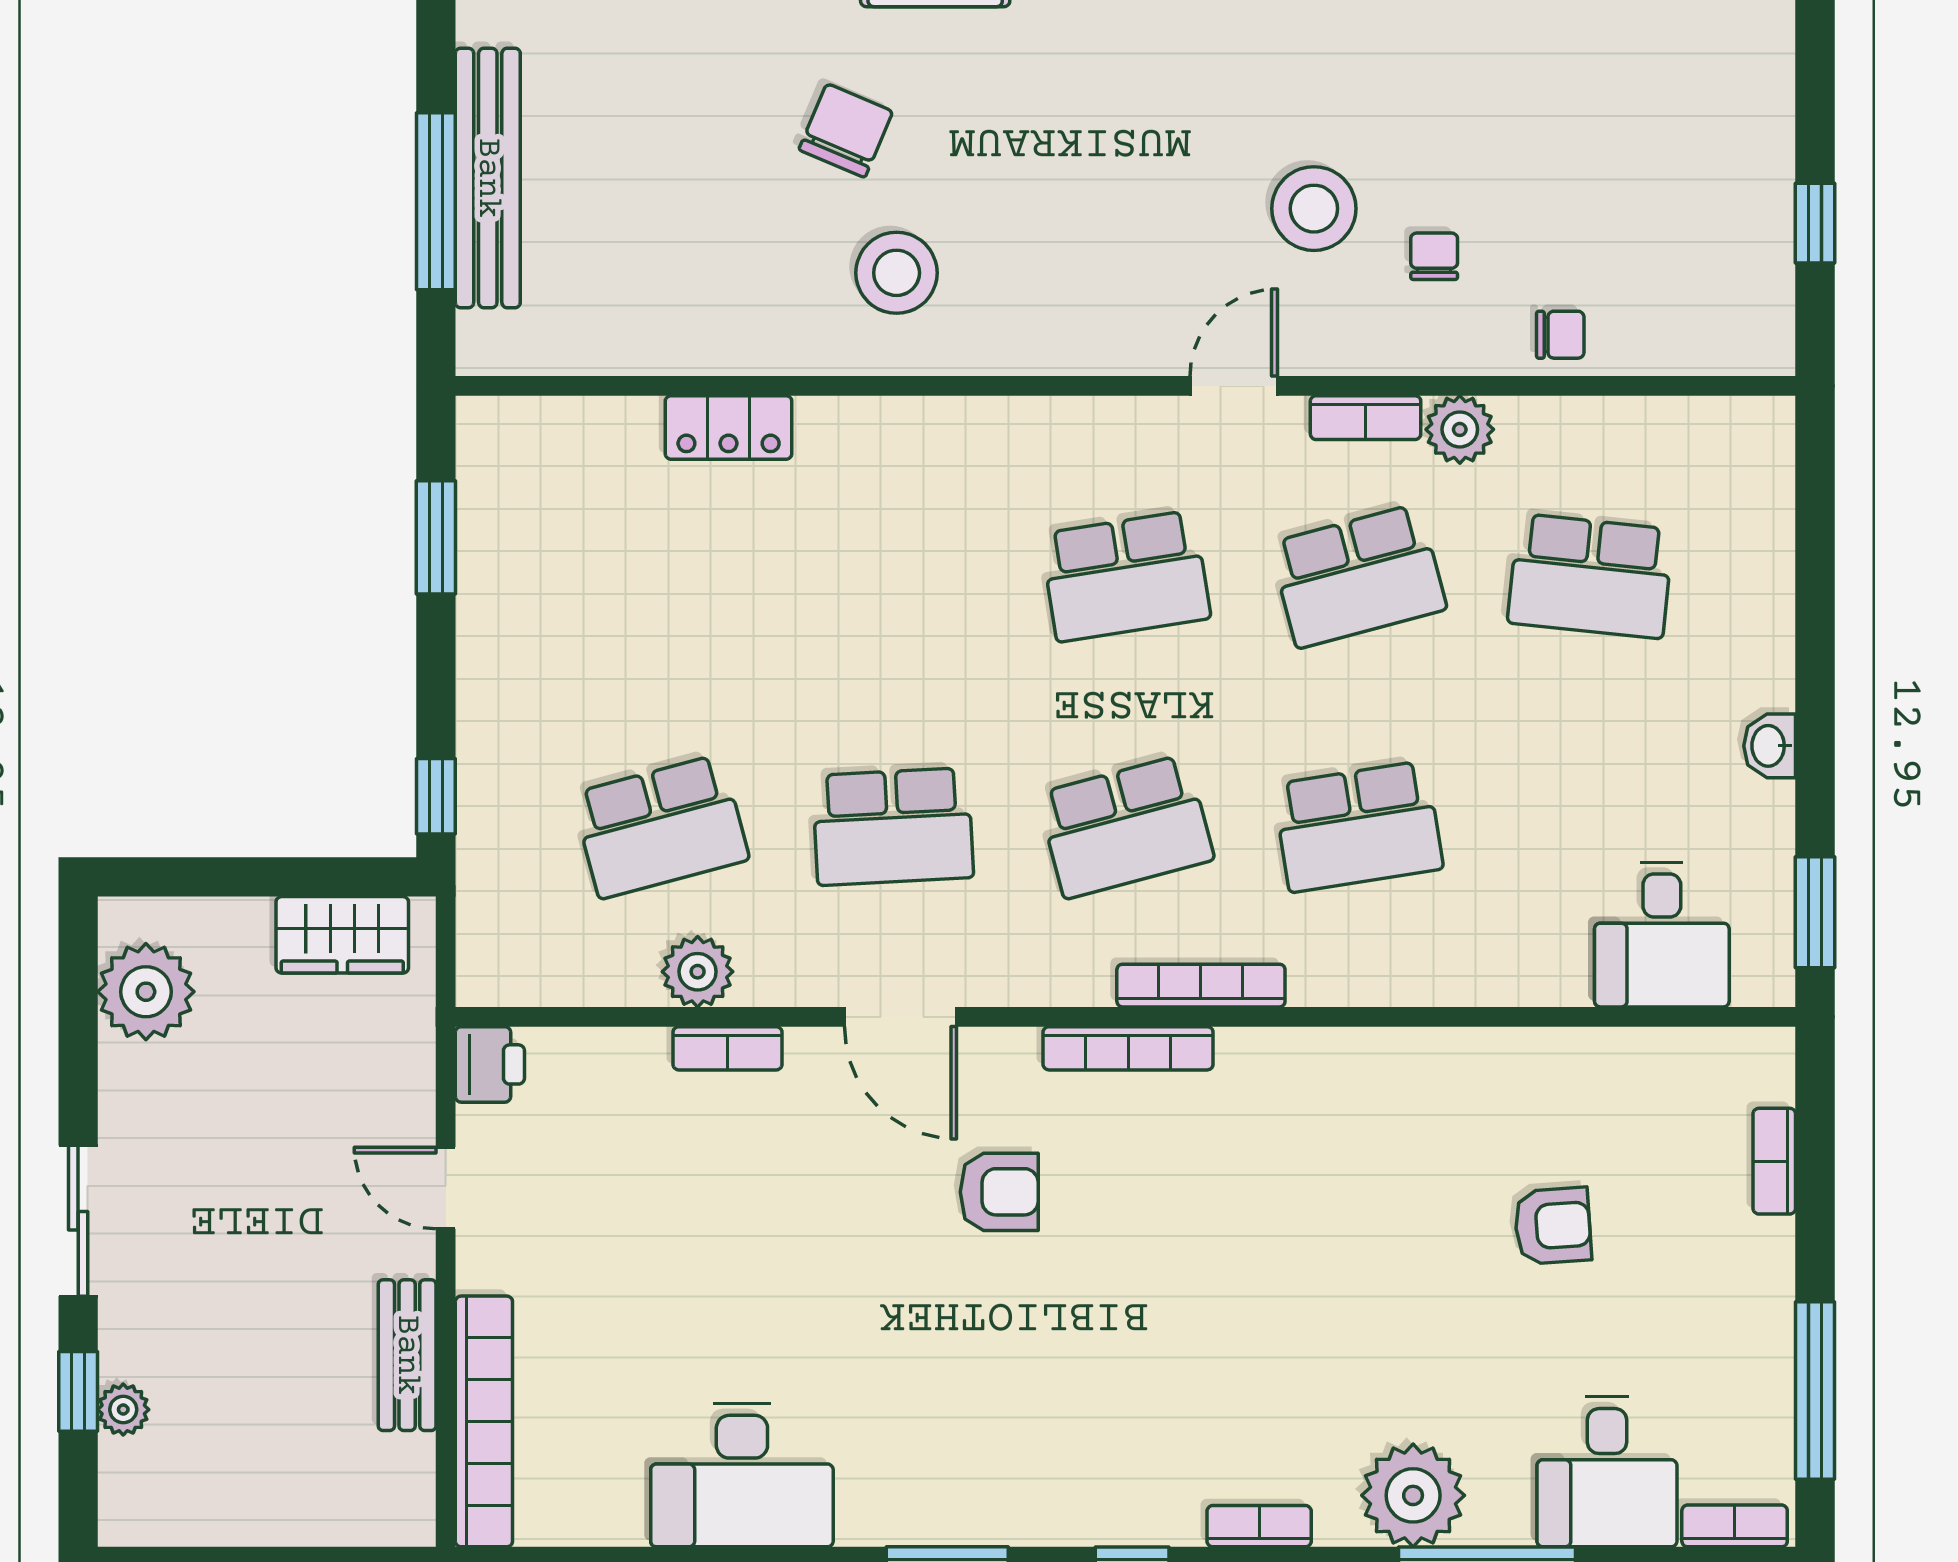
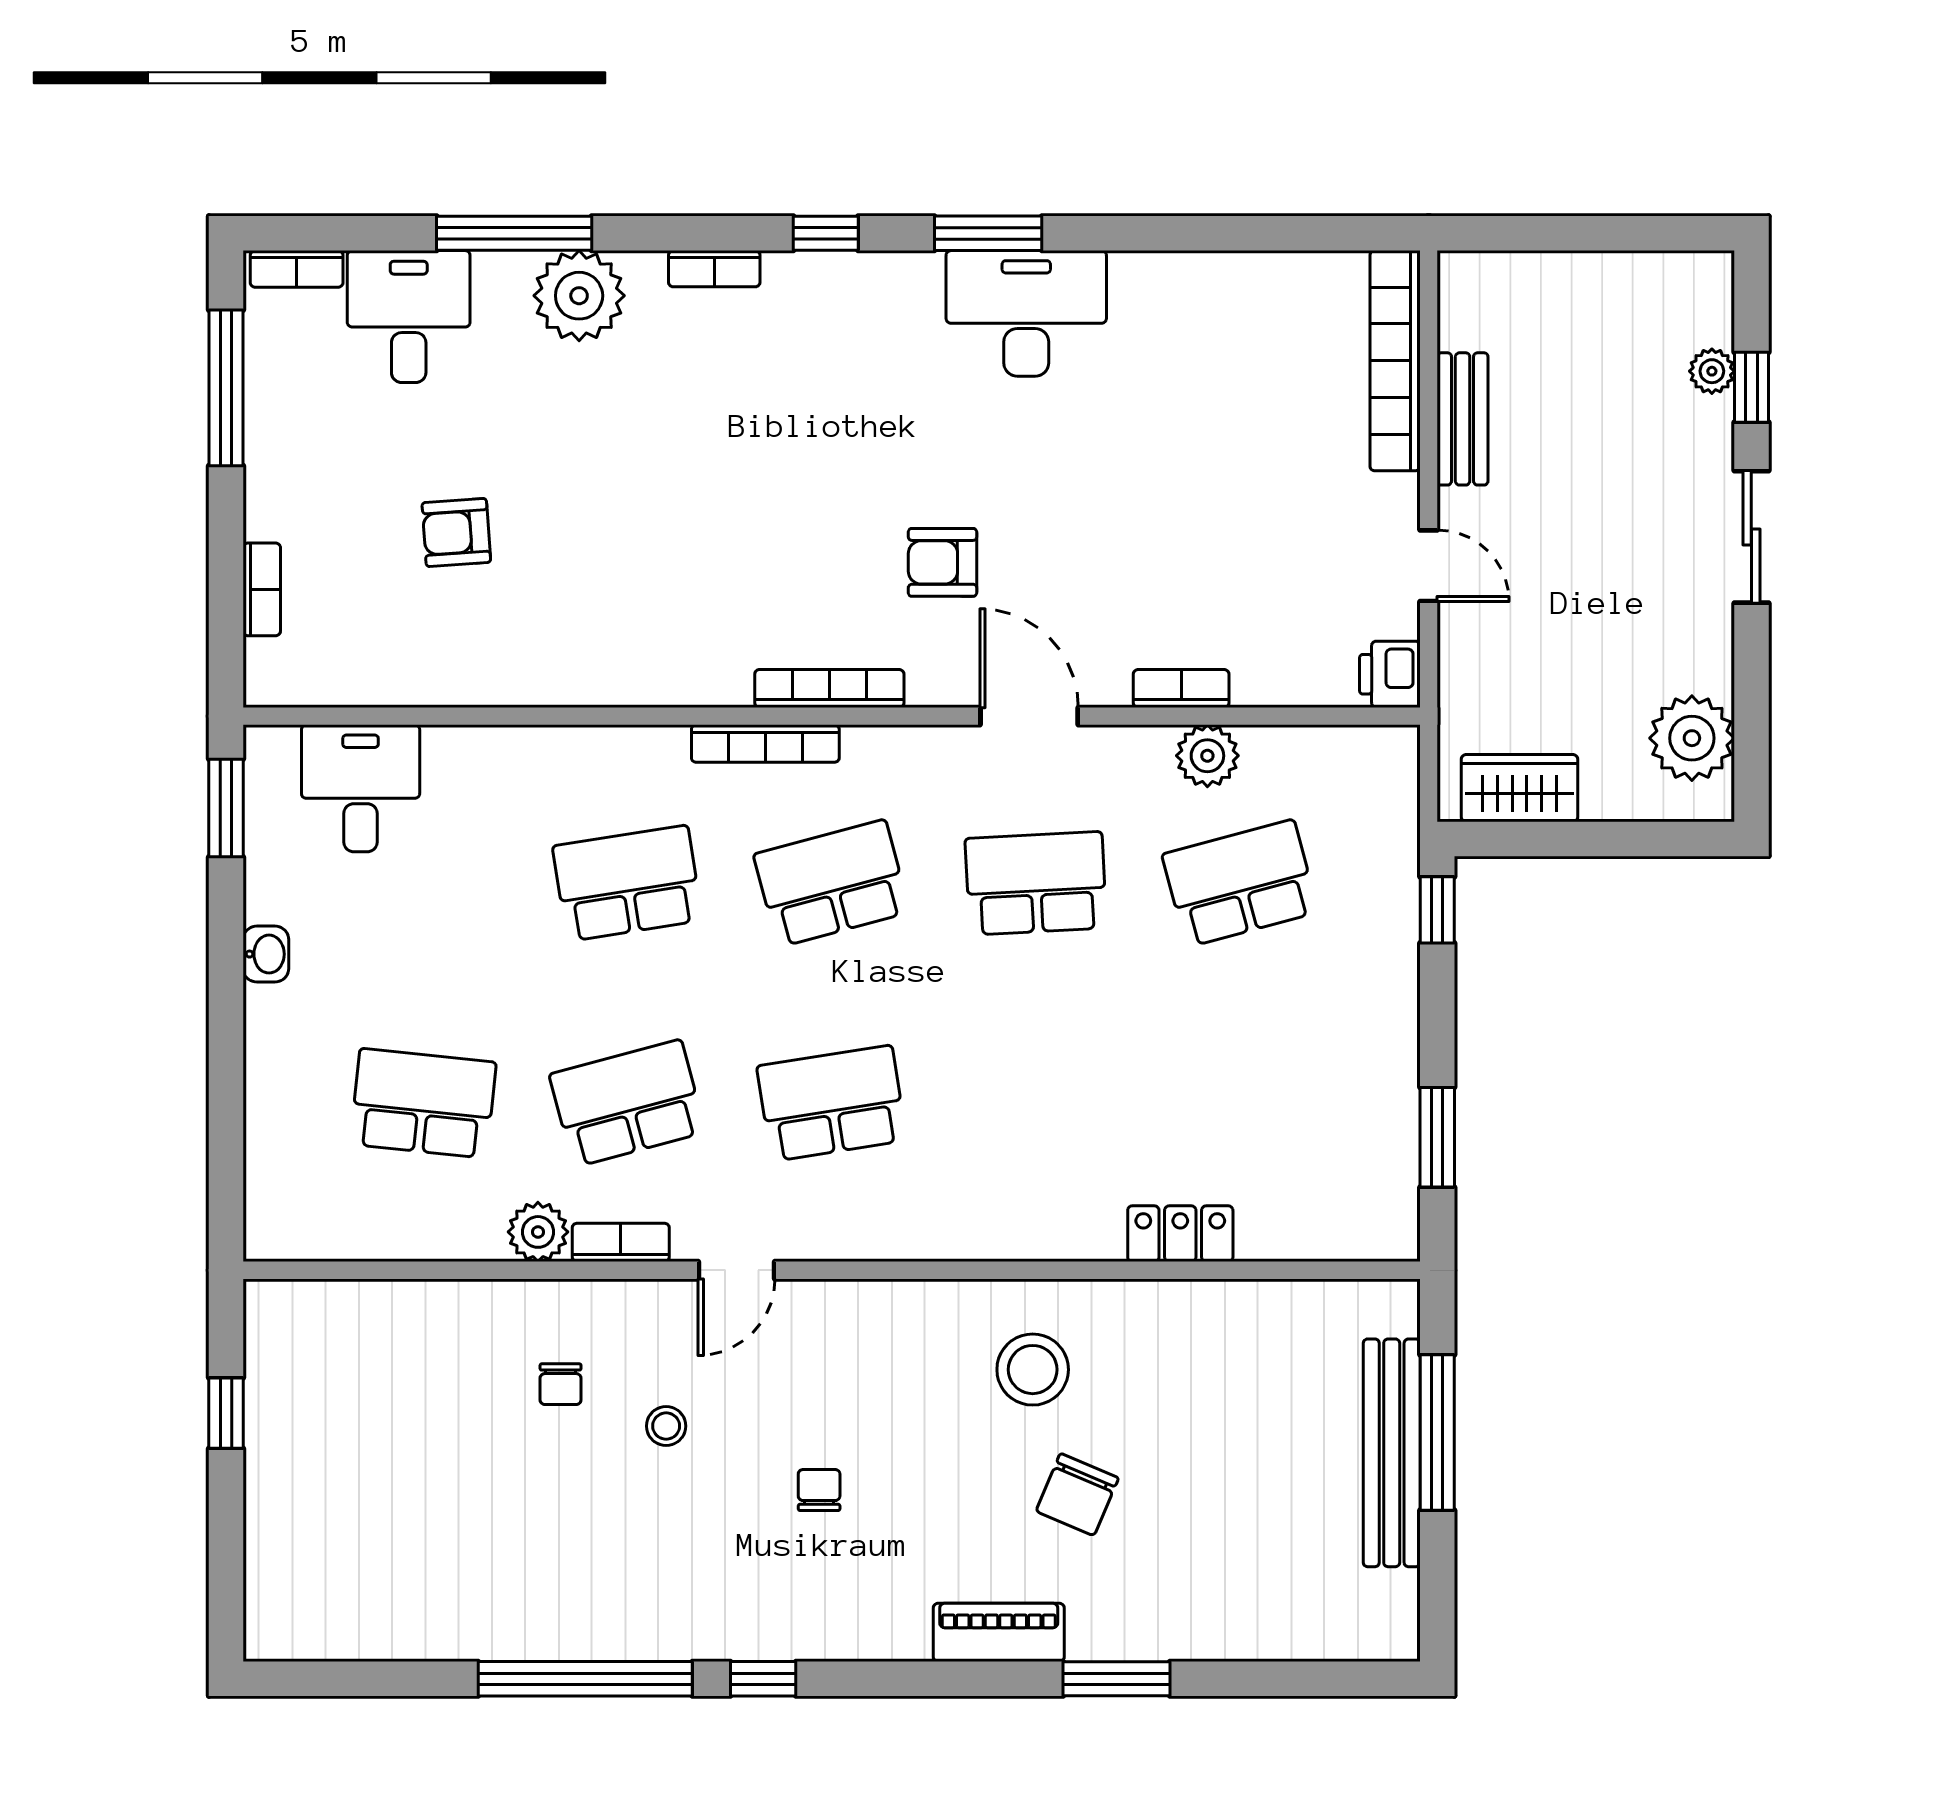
stool: (1314, 209) -> (666, 1426), width x0.53, depth x0.53
chair: (1560, 335) -> (819, 1490), moved, turned 90
desk: (742, 1475) -> (1026, 313), moved

